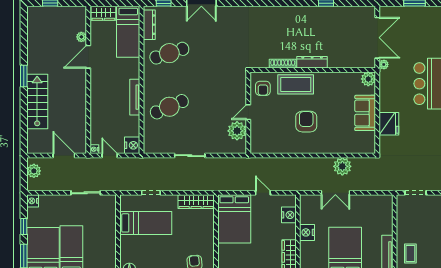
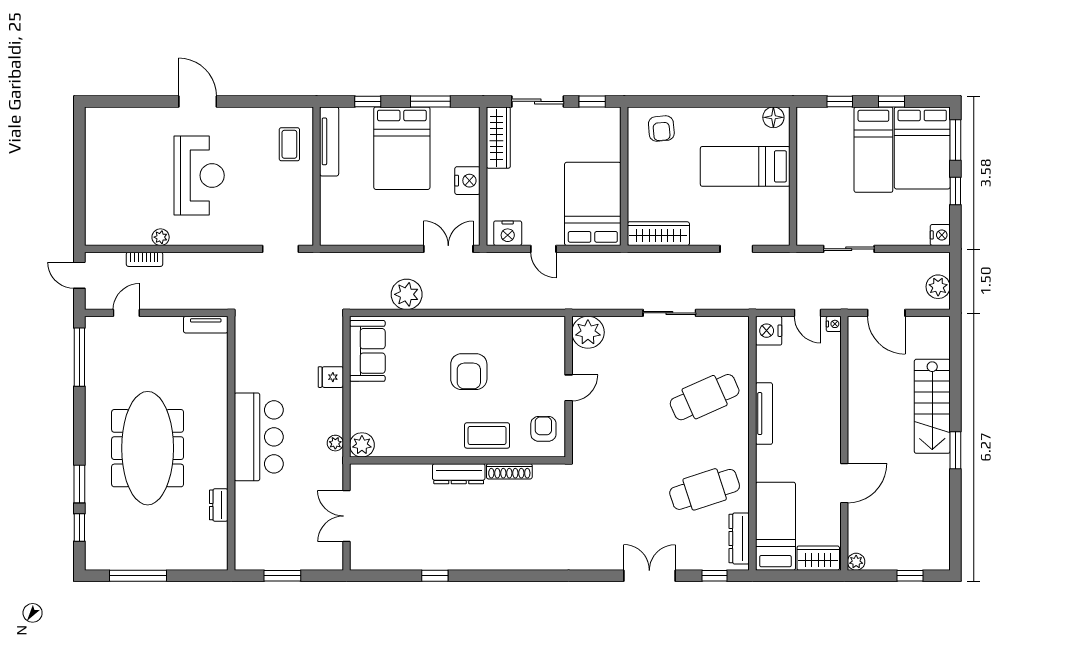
plant: (81, 37) -> (856, 562), moved
double door: (377, 38) -> (346, 516), width x0.73
plant: (384, 64) -> (335, 443), moved
coffee table: (296, 84) -> (487, 435), width x0.73, depth x0.76
sofa: (365, 113) -> (367, 351), moved
fridge: (389, 124) -> (331, 377), width x0.53, depth x0.75
plant: (237, 131) -> (588, 332), moved
double door: (335, 193) -> (448, 249), moved
nightstand: (289, 215) -> (508, 233), moved, turned -90
bed: (146, 223) -> (745, 166), moved

